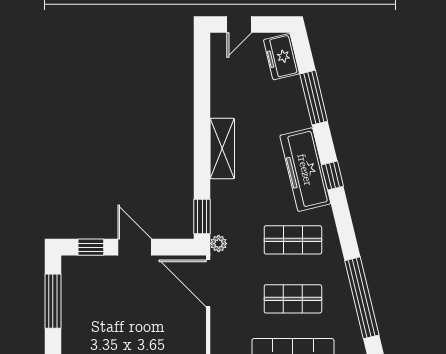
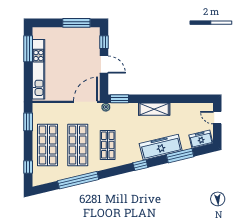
freezer: (305, 170) -> (161, 147), moved
door: (135, 247) -> (104, 65), hinge flipped
shop shelf: (293, 299) -> (78, 145), width x1.43, depth x1.36

